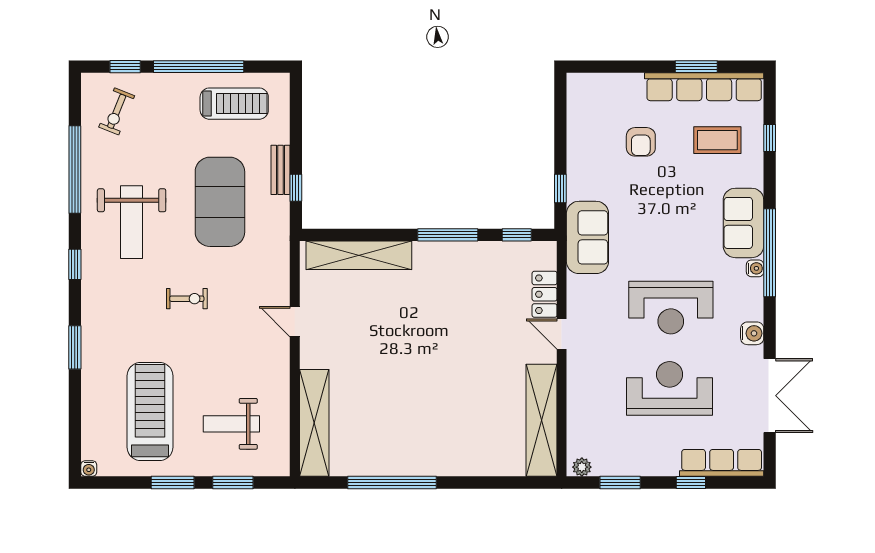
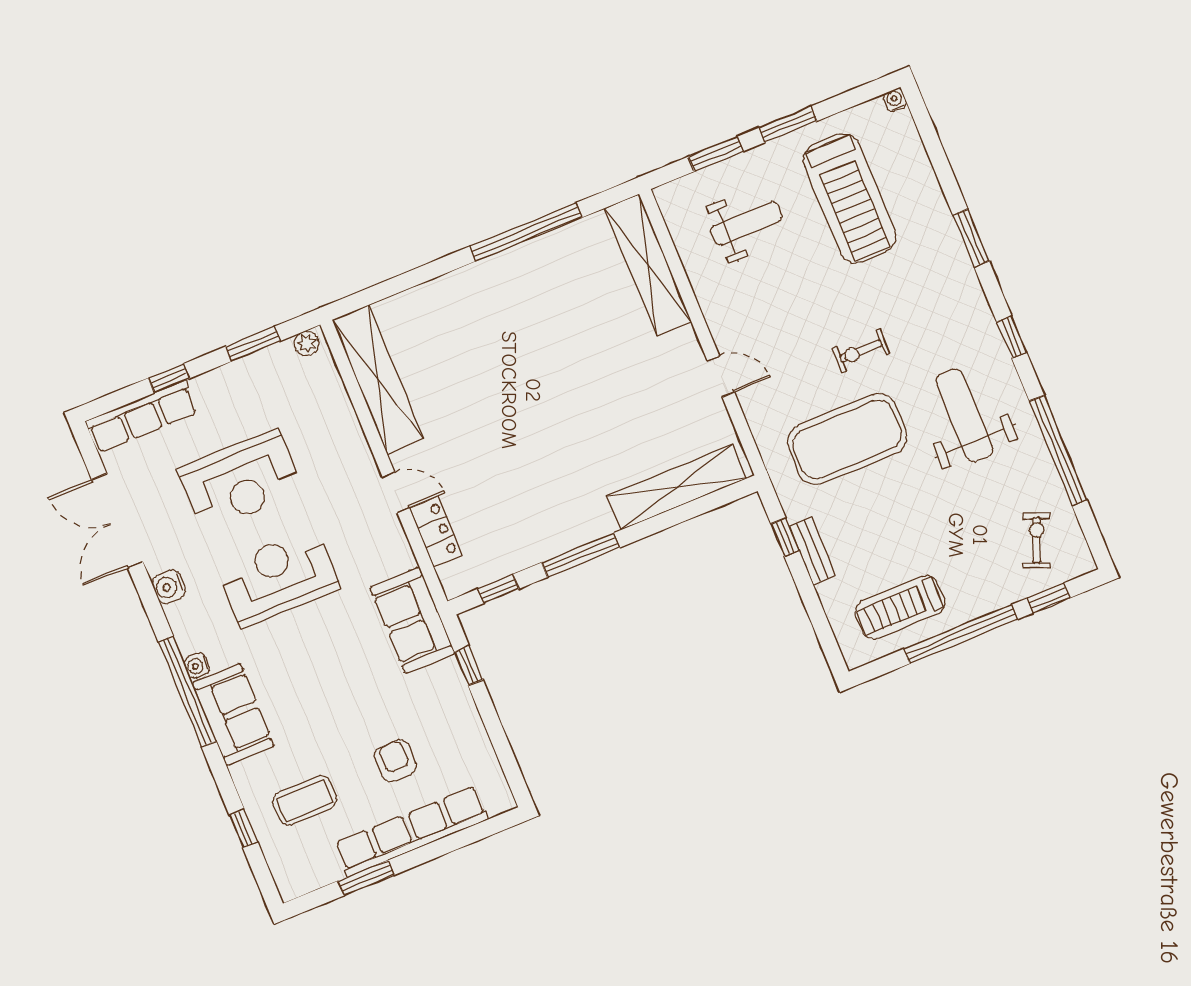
row of seats: (704, 87) -> (411, 831), moved
exercise mat: (220, 202) -> (847, 439), moved, turned 90

